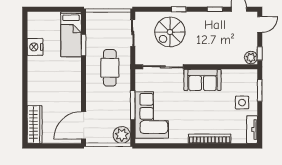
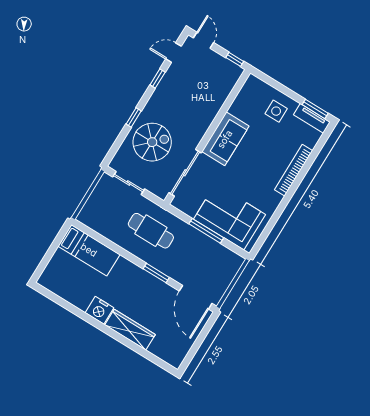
spiral stairs: (170, 32) -> (152, 142), turned -90
window: (84, 45) -> (156, 273), moved
nightstand: (35, 47) -> (99, 310), moved
plant: (251, 58) -> (233, 72), removed
window: (260, 90) -> (315, 109), moved
wardrobe: (35, 125) -> (130, 330), moved
plant: (122, 135) -> (231, 262), removed

